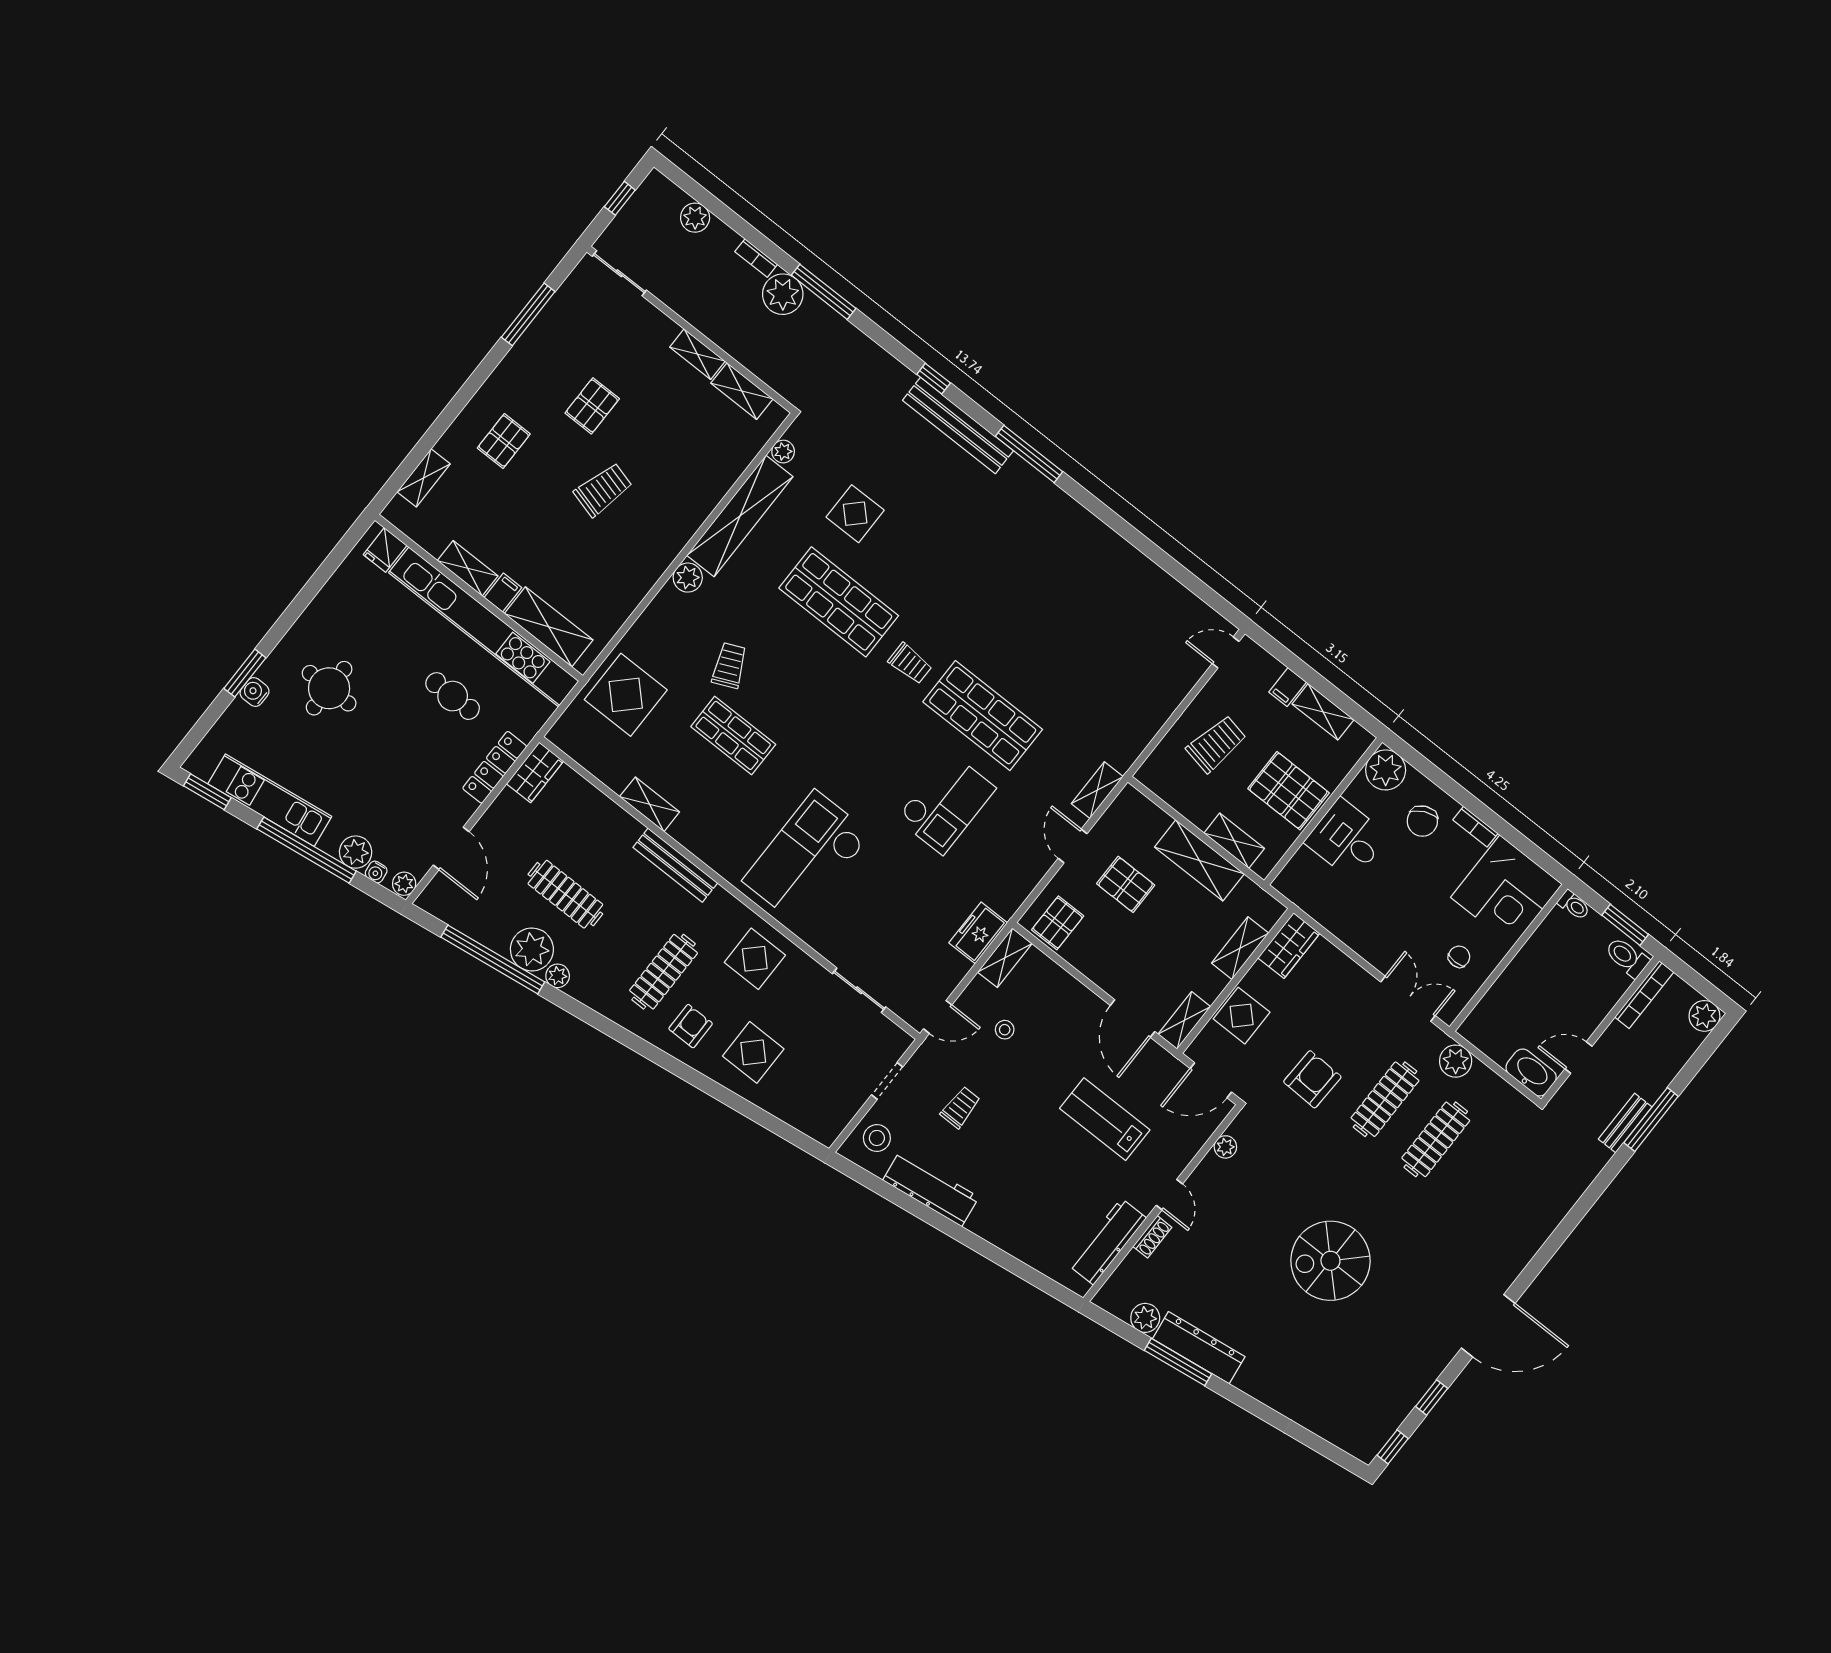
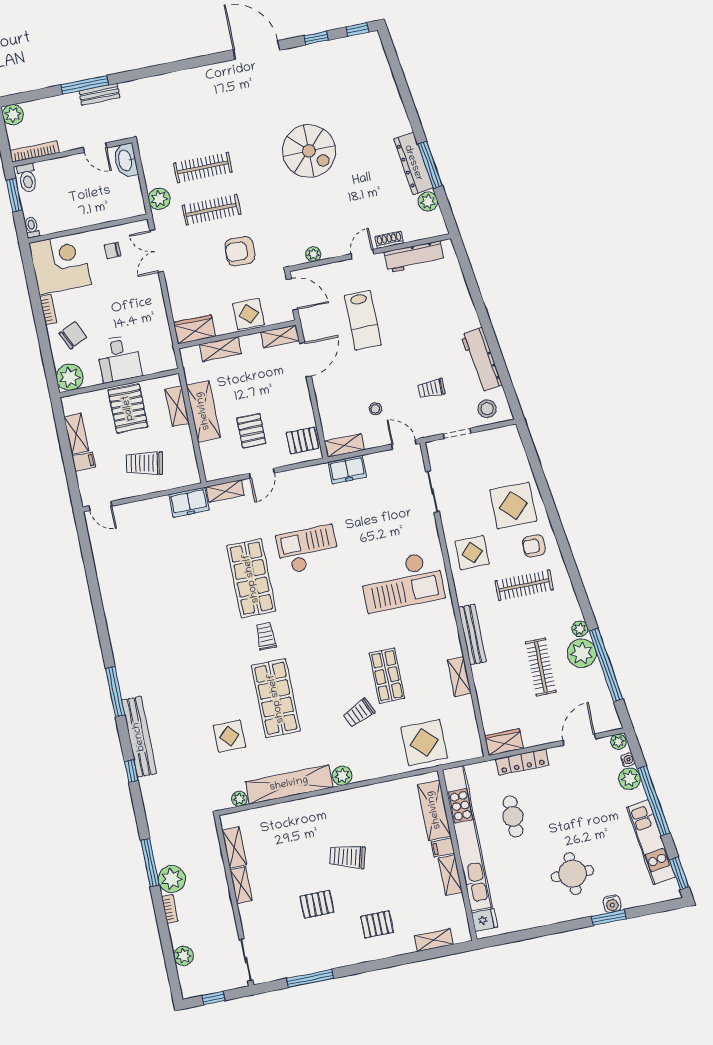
freezer: (1128, 742) -> (189, 502), added
display table: (753, 1052) -> (513, 506), width x1.36, depth x1.36

